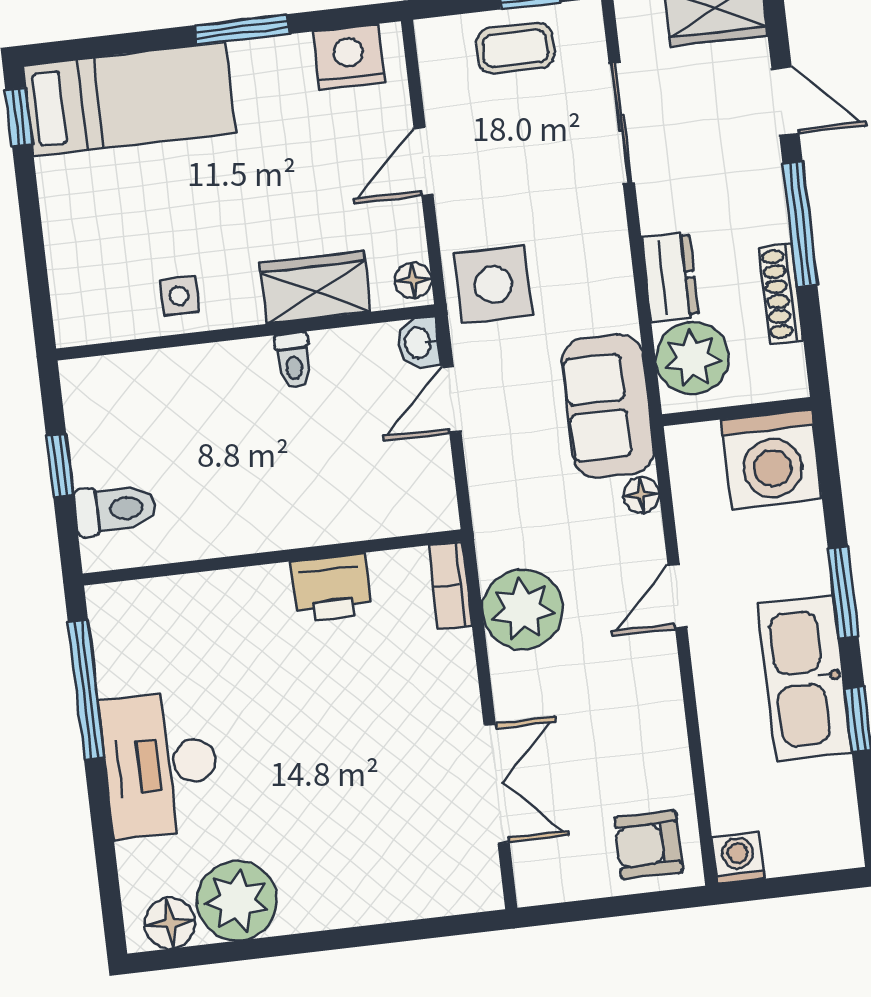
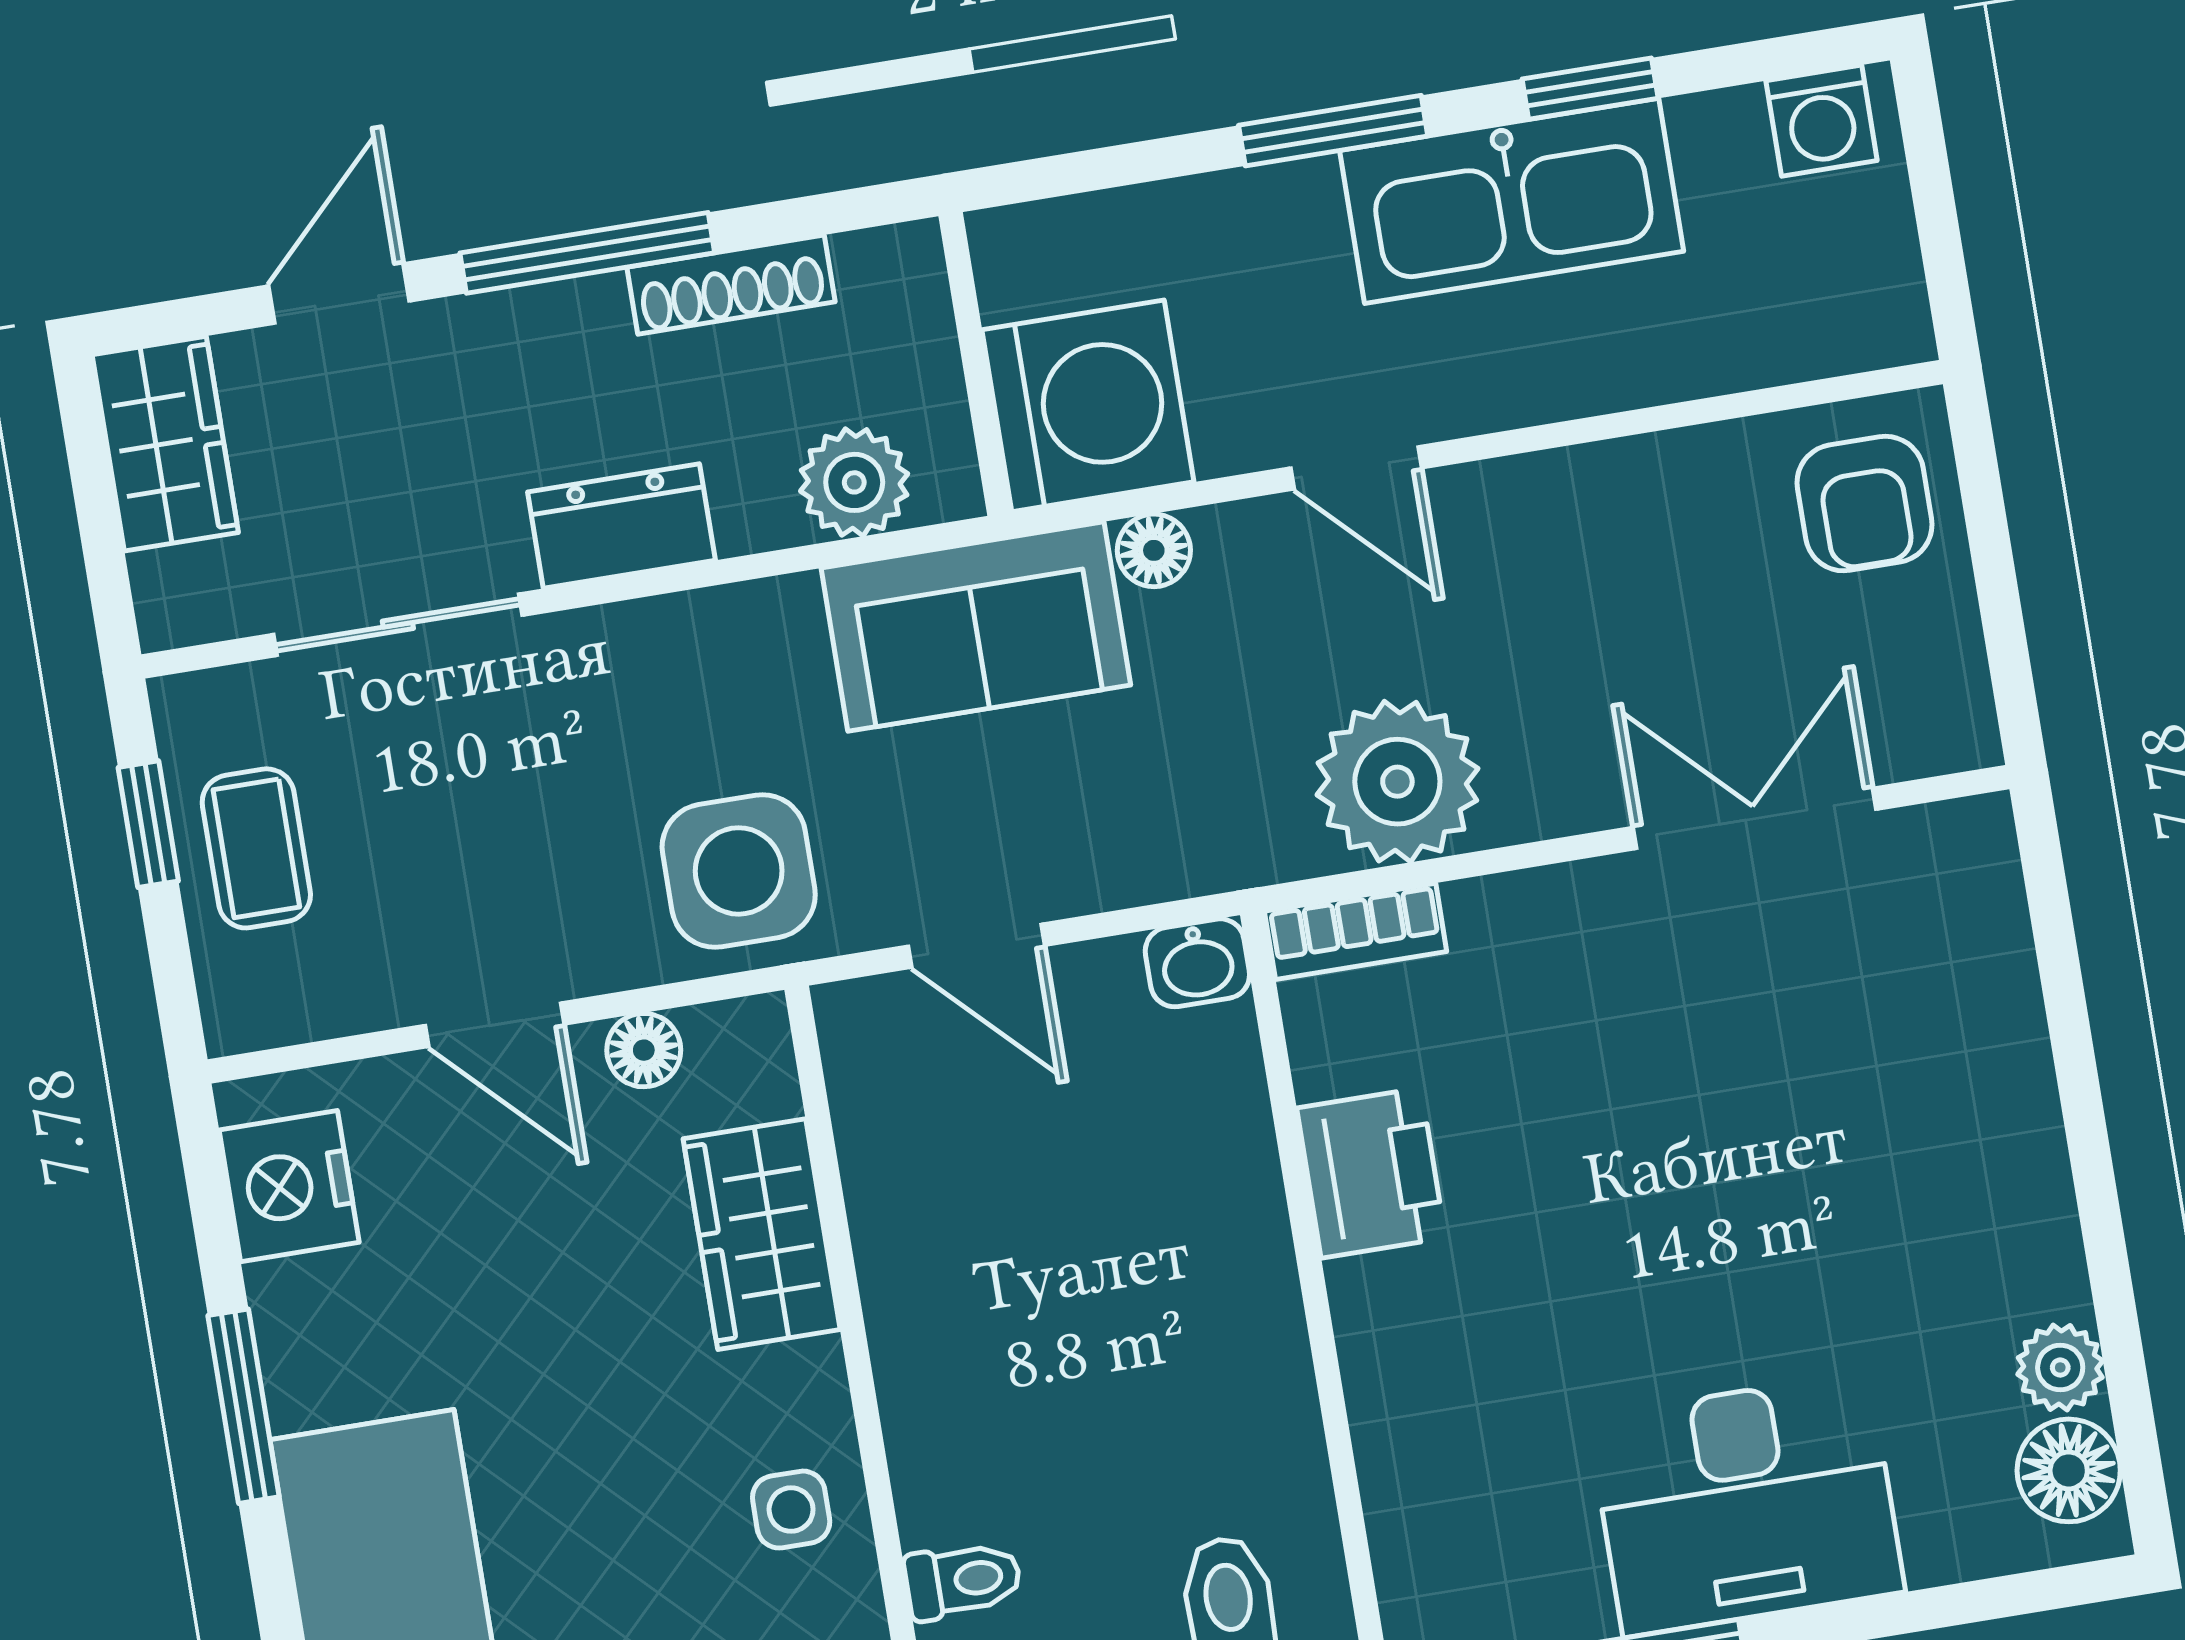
dresser: (670, 277) -> (621, 526), moved
floor lamp: (413, 280) -> (644, 1050), moved
washbasin: (419, 343) -> (1197, 963), moved
plant: (692, 358) -> (854, 482), width x0.73, depth x0.73
toilet: (293, 361) -> (963, 1580), moved
washing machine: (772, 459) -> (1088, 406), moved
washing machine: (738, 858) -> (1822, 121), moved, turned -90
plant: (237, 901) -> (2060, 1367), width x0.53, depth x0.53

